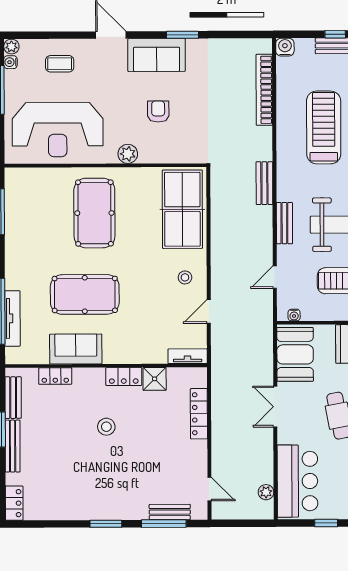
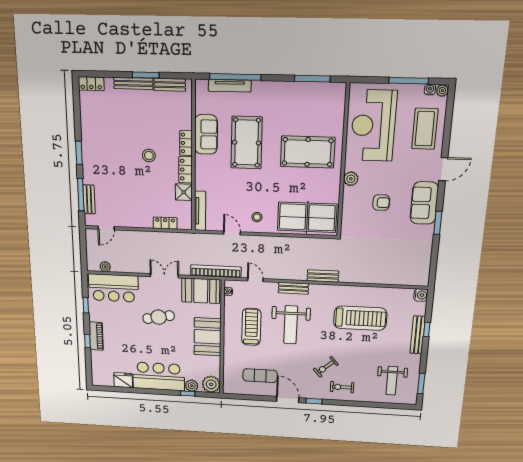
coffee table: (60, 64) -> (425, 129), width x1.86, depth x1.72
bookcase: (264, 90) -> (216, 271), moved
tv unit: (188, 356) -> (200, 211), width x1.41
locker: (55, 376) -> (186, 143), moved
locker: (199, 414) -> (165, 223), width x0.66

